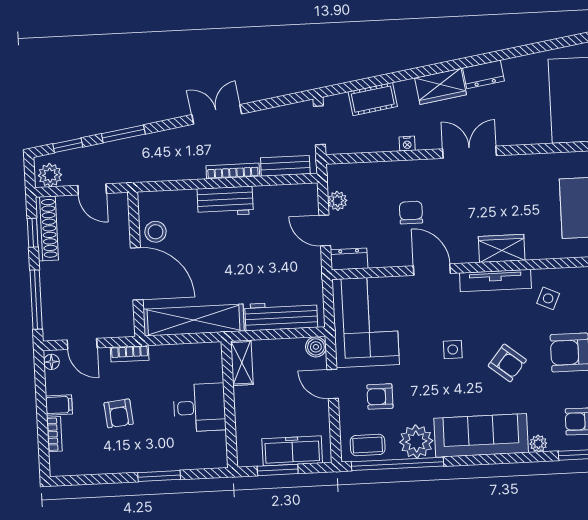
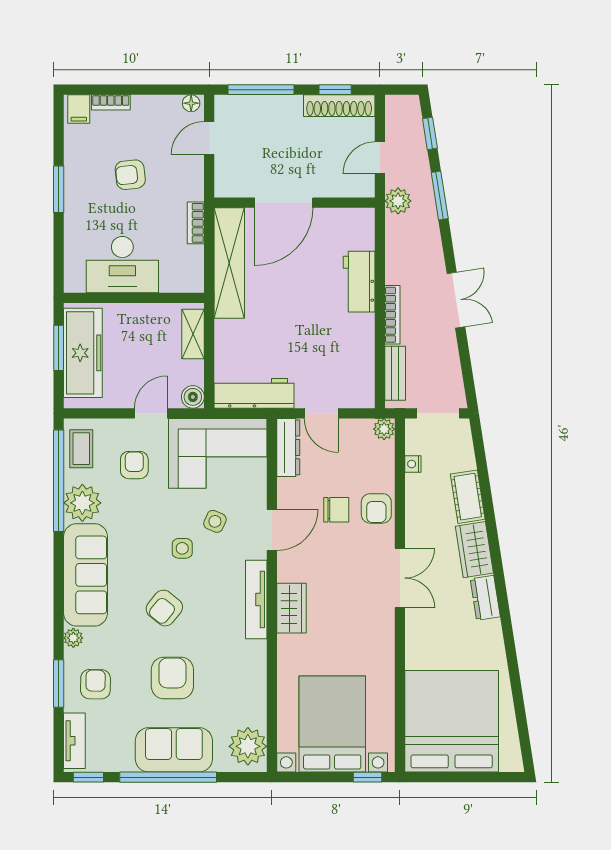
cot: (373, 99) -> (468, 497), moved
nightstand: (407, 144) -> (413, 464), moved
plant: (50, 175) -> (398, 201), moved
armchair: (408, 177) -> (376, 508), added
workbench: (225, 201) -> (359, 282), moved
plant: (337, 201) -> (384, 429), moved
door: (325, 230) -> (321, 413), swing flipped
stool: (156, 232) -> (329, 226), removed
dresser: (349, 259) -> (288, 447), width x1.44
side table: (548, 298) -> (215, 521), moved
workbench: (281, 316) -> (254, 393), moved, turned -90
bookcase: (130, 354) -> (196, 223), moved
shelving: (242, 363) -> (193, 334), moved, turned 90
filing cabinet: (59, 405) -> (79, 109), moved
desk: (199, 408) -> (122, 265), width x1.37
freezer: (292, 451) -> (83, 353), width x1.36, depth x1.26
window: (159, 476) -> (59, 189), moved

